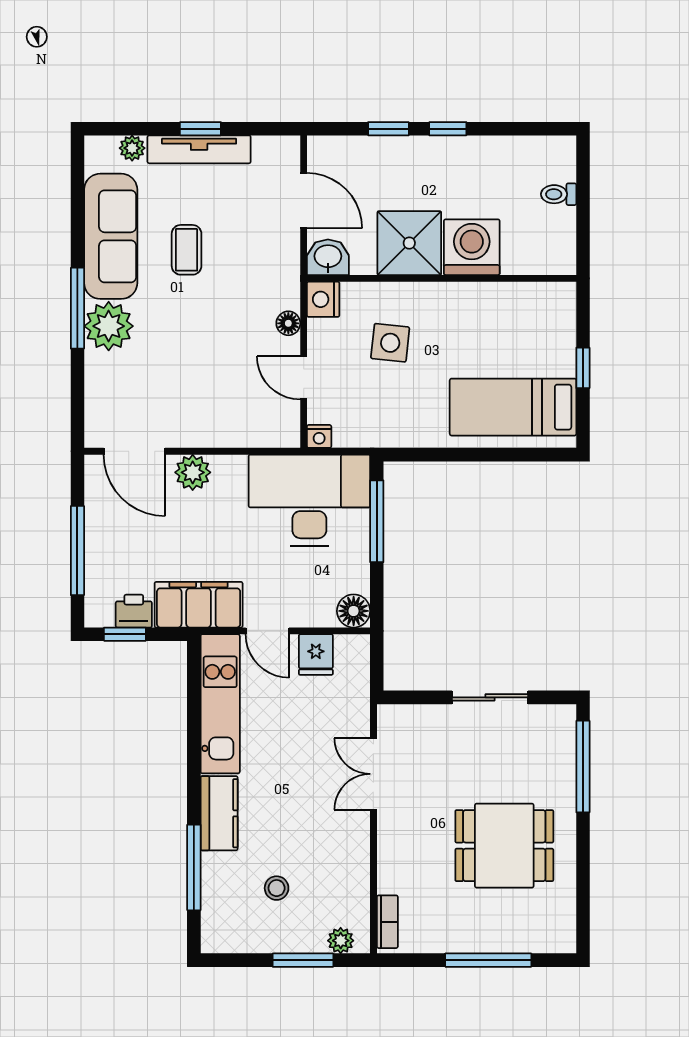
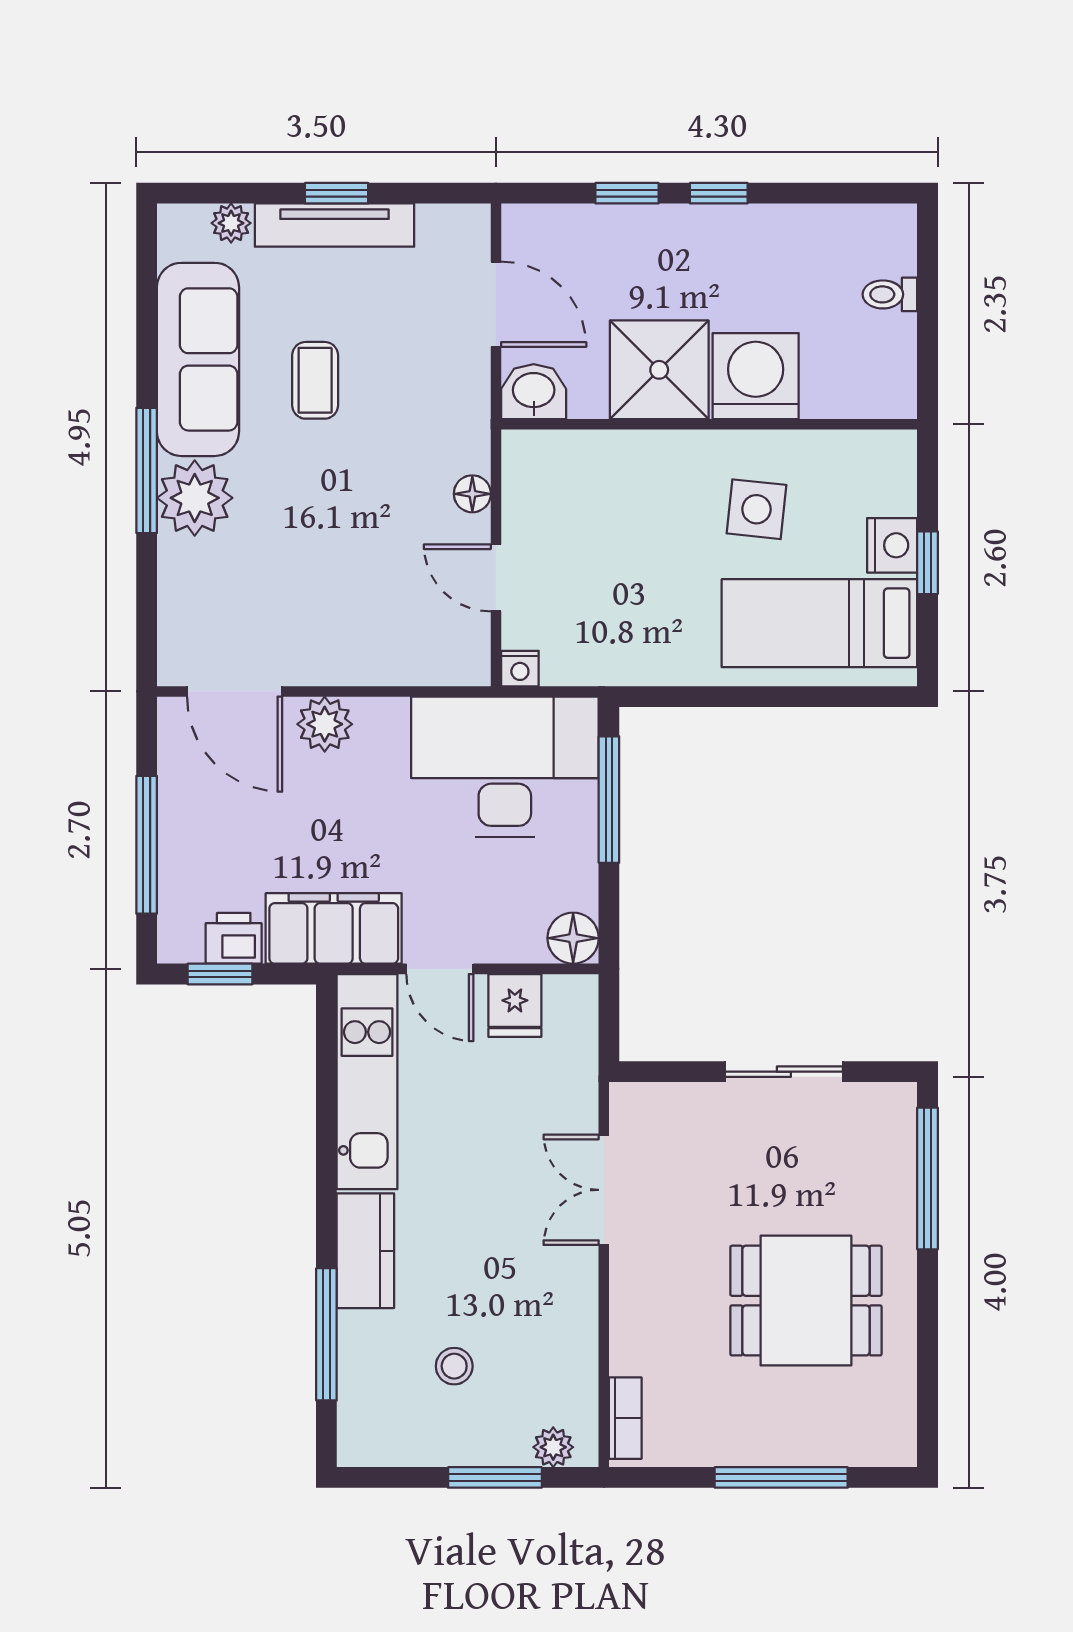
nightstand: (323, 299) -> (892, 545), moved, turned 180
side table: (390, 343) -> (756, 509), moved

